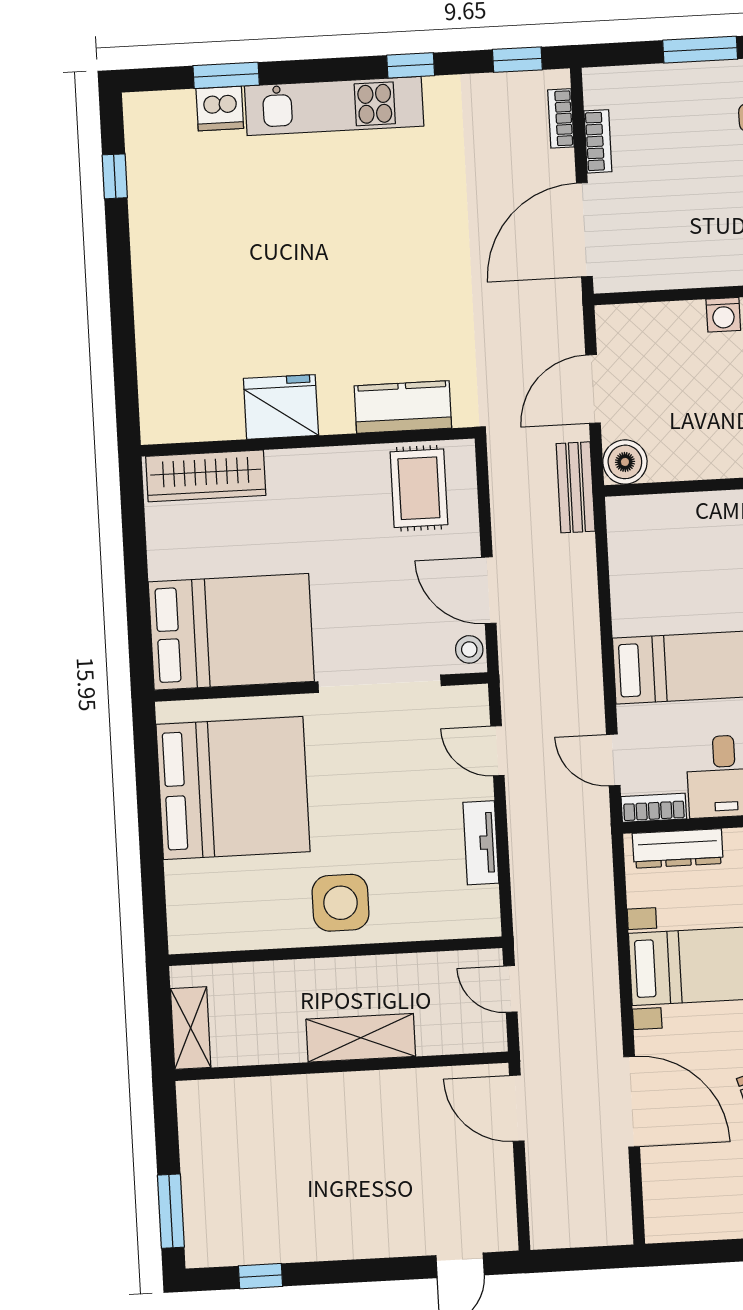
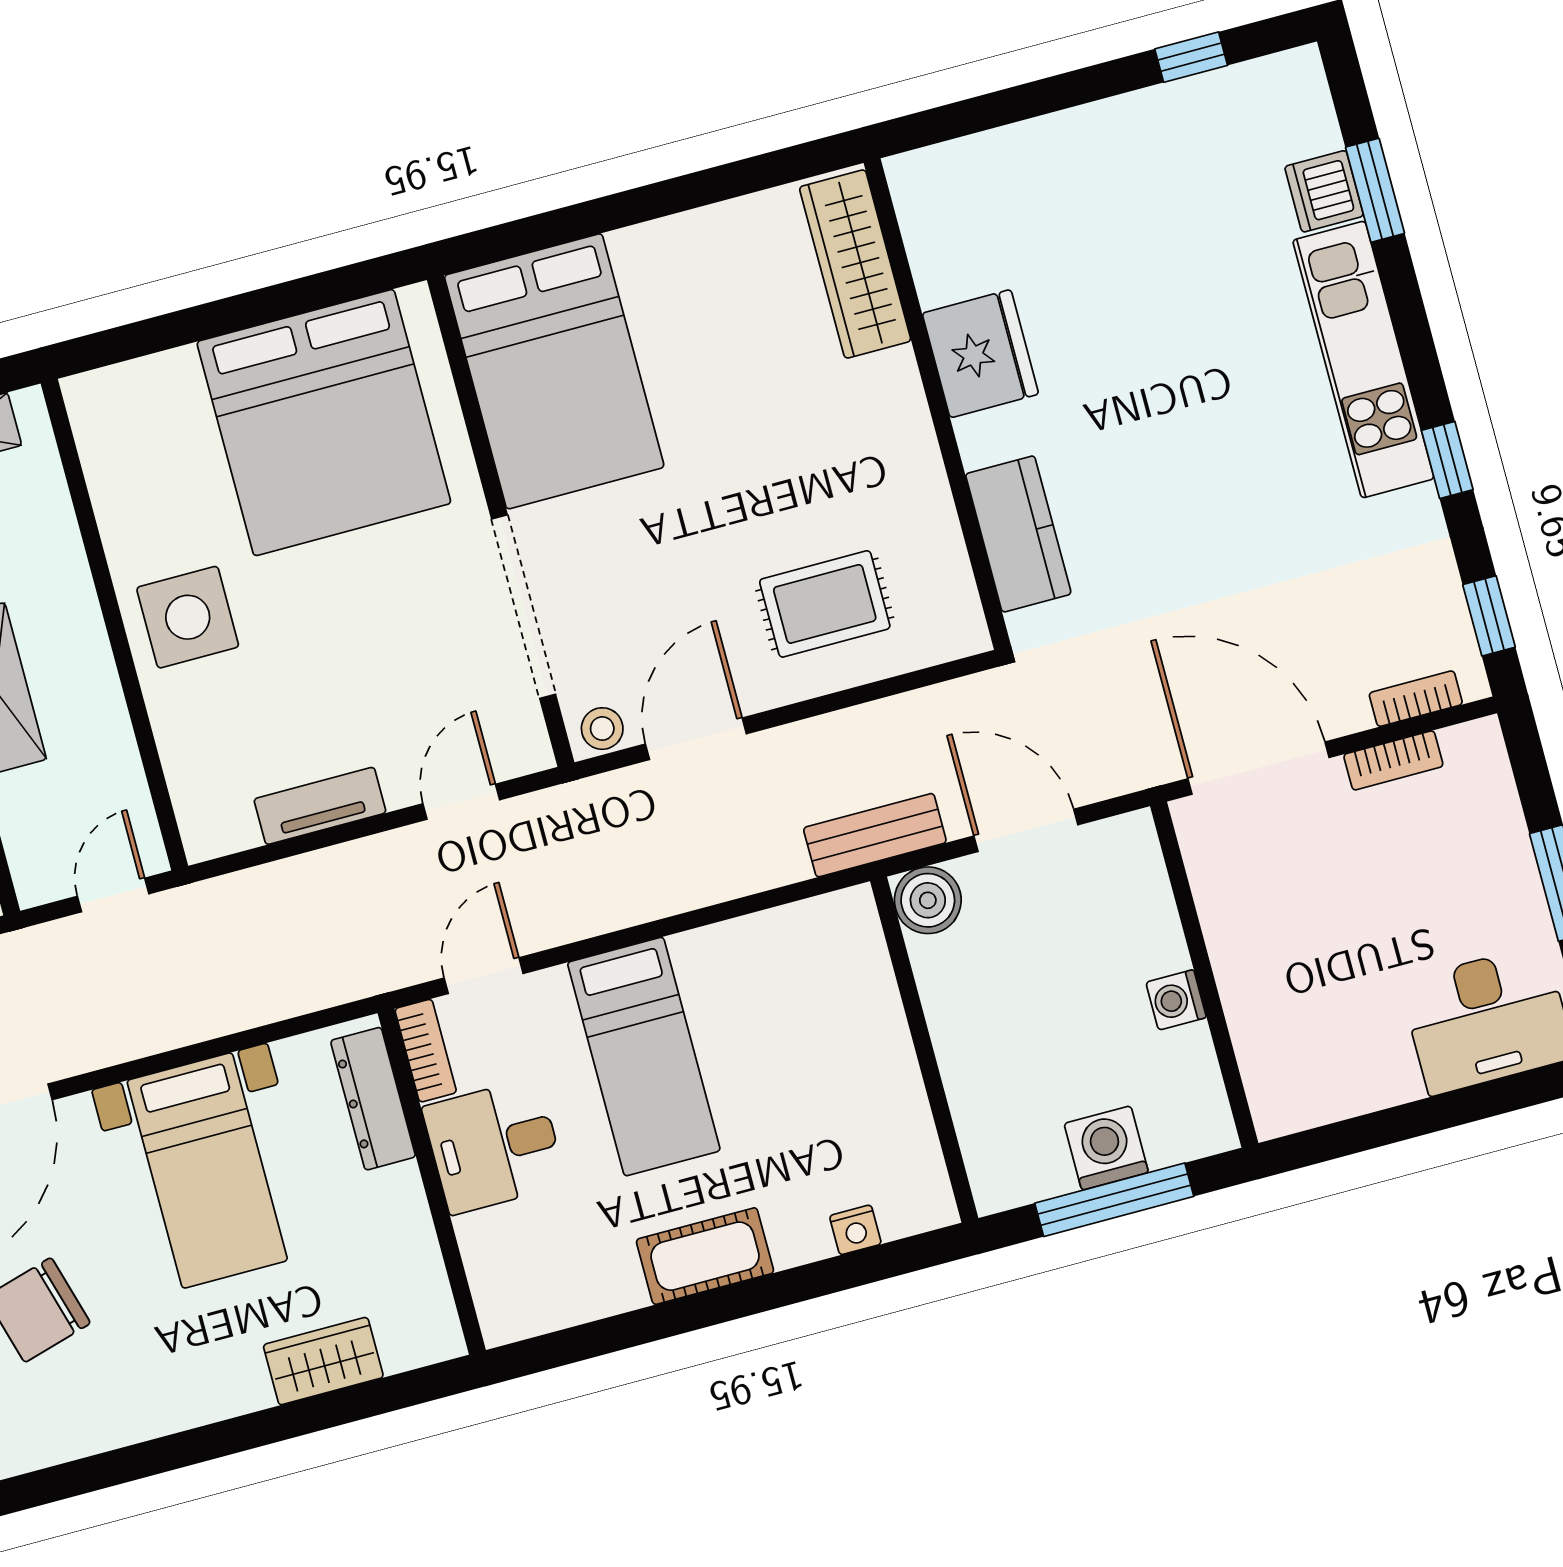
fridge: (281, 407) -> (980, 354), moved
kitchen counter: (403, 407) -> (1018, 534), moved
wall: (308, 442) -> (937, 404), moved
wardrobe: (206, 476) -> (855, 264), moved

